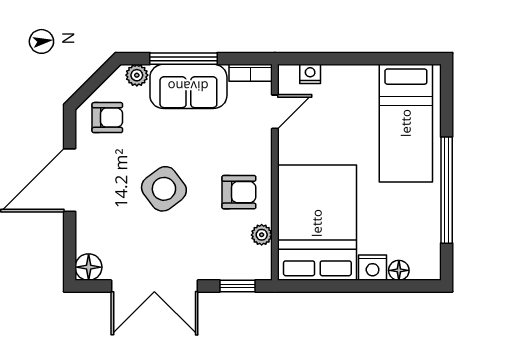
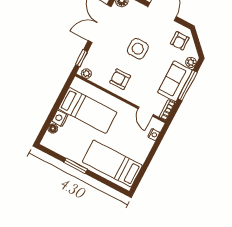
side table: (164, 189) -> (138, 49), turned 37
window: (447, 190) -> (76, 166), width x0.47
armchair: (239, 192) -> (120, 79), turned 90
bed: (317, 223) -> (88, 111), width x0.67
plant: (262, 235) -> (86, 74), moved

